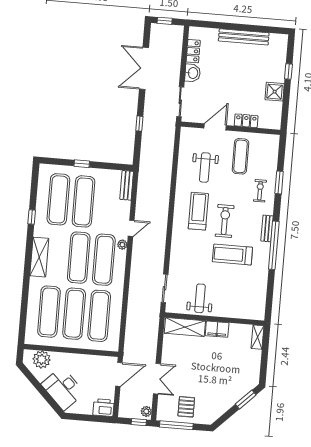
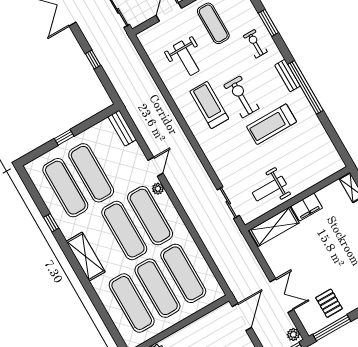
weight bench: (200, 298) -> (269, 189), turned -90

